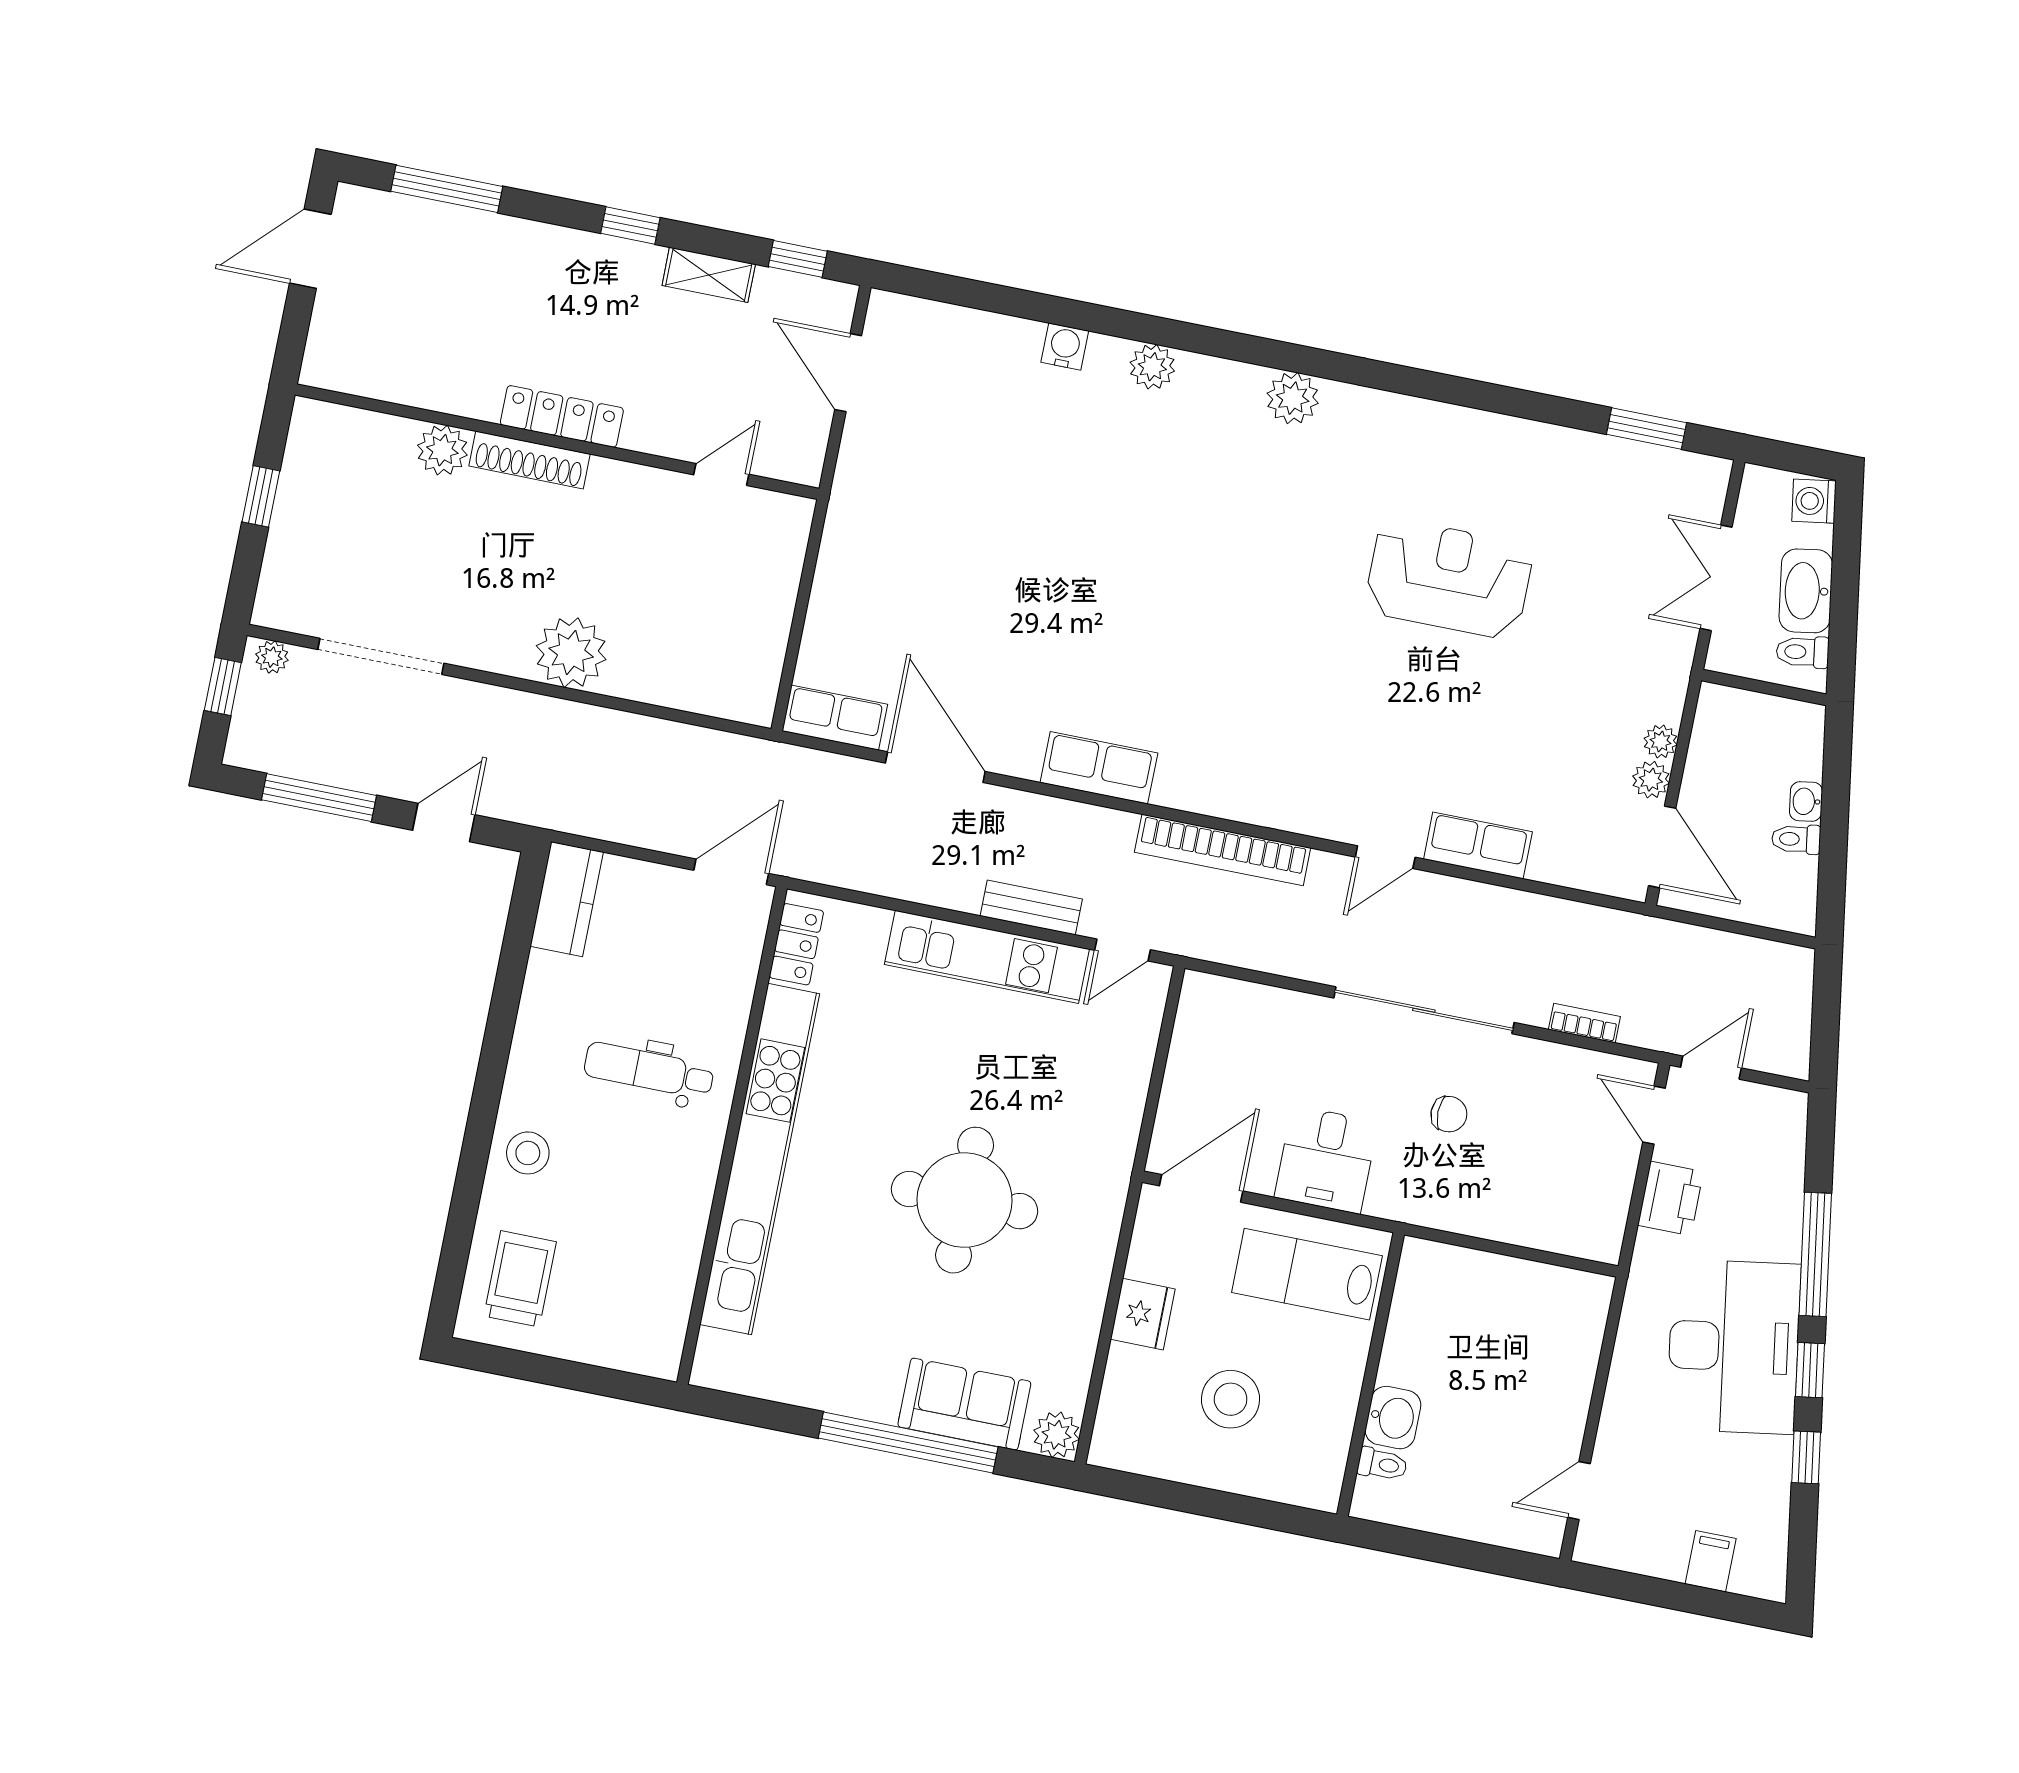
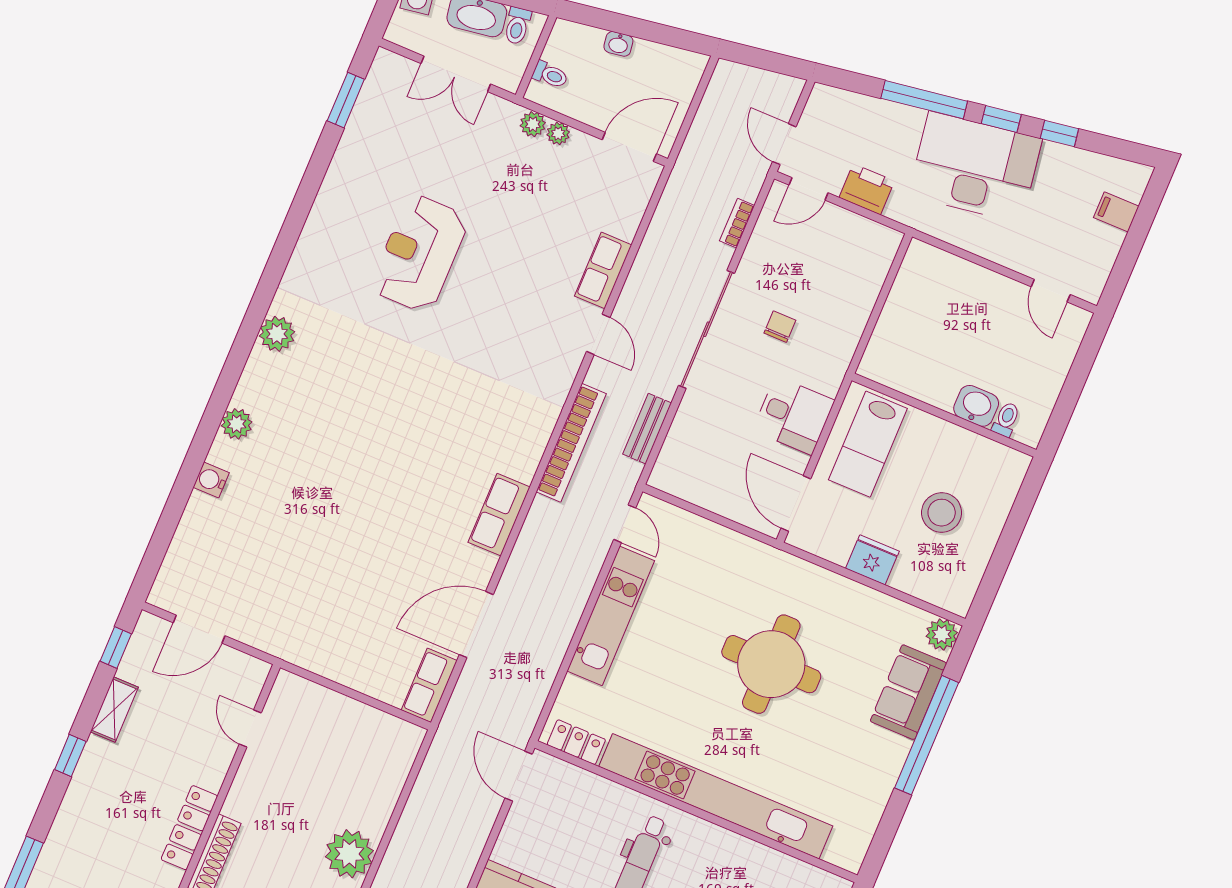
plant: (1651, 780) -> (533, 124), moved
toilet: (1796, 839) -> (550, 75), moved, turned -81
bench: (1031, 907) -> (647, 429), moved

